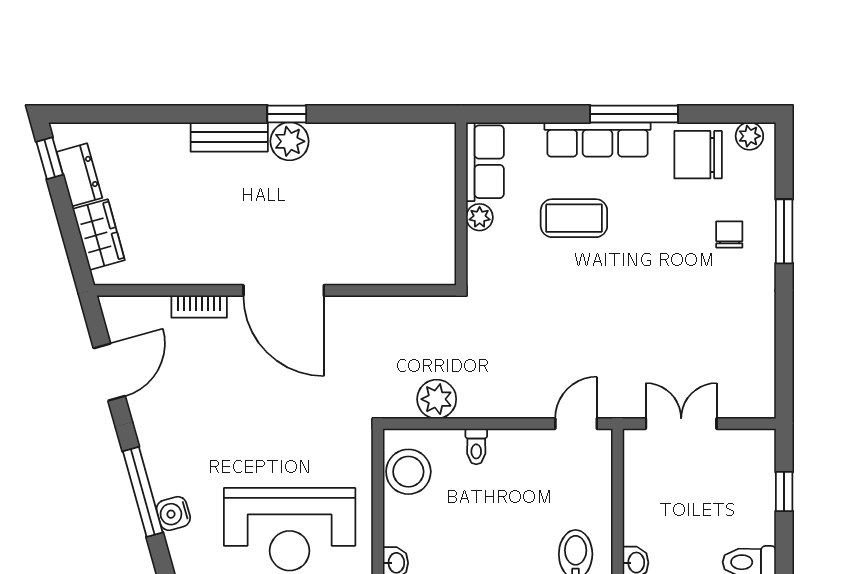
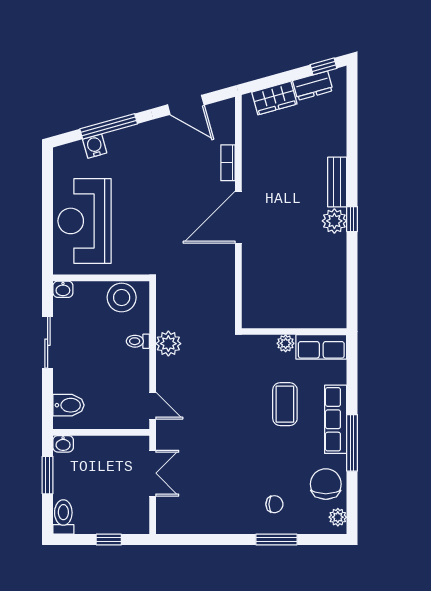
plant: (437, 399) -> (168, 344), moved

